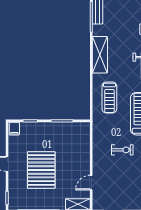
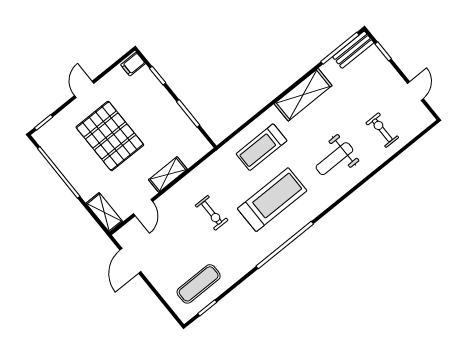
shelving: (85, 156) -> (168, 174), added
pallet: (41, 170) -> (110, 136), turned 90
door: (91, 183) -> (143, 208), swing flipped

